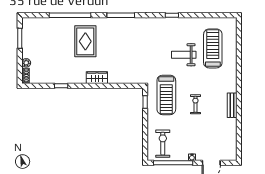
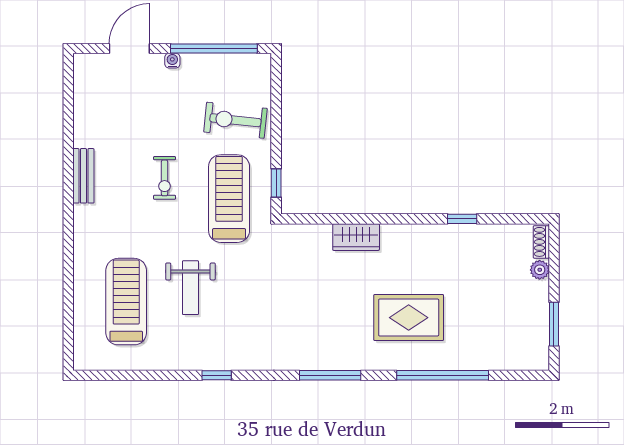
rug: (85, 41) -> (409, 318), turned 90
treadmill: (213, 48) -> (126, 302), turned 180
weight bench: (184, 55) -> (190, 288), turned 90
wardrobe: (97, 78) -> (356, 237), moved
exercise bike: (163, 144) -> (235, 120), moved, turned 96

